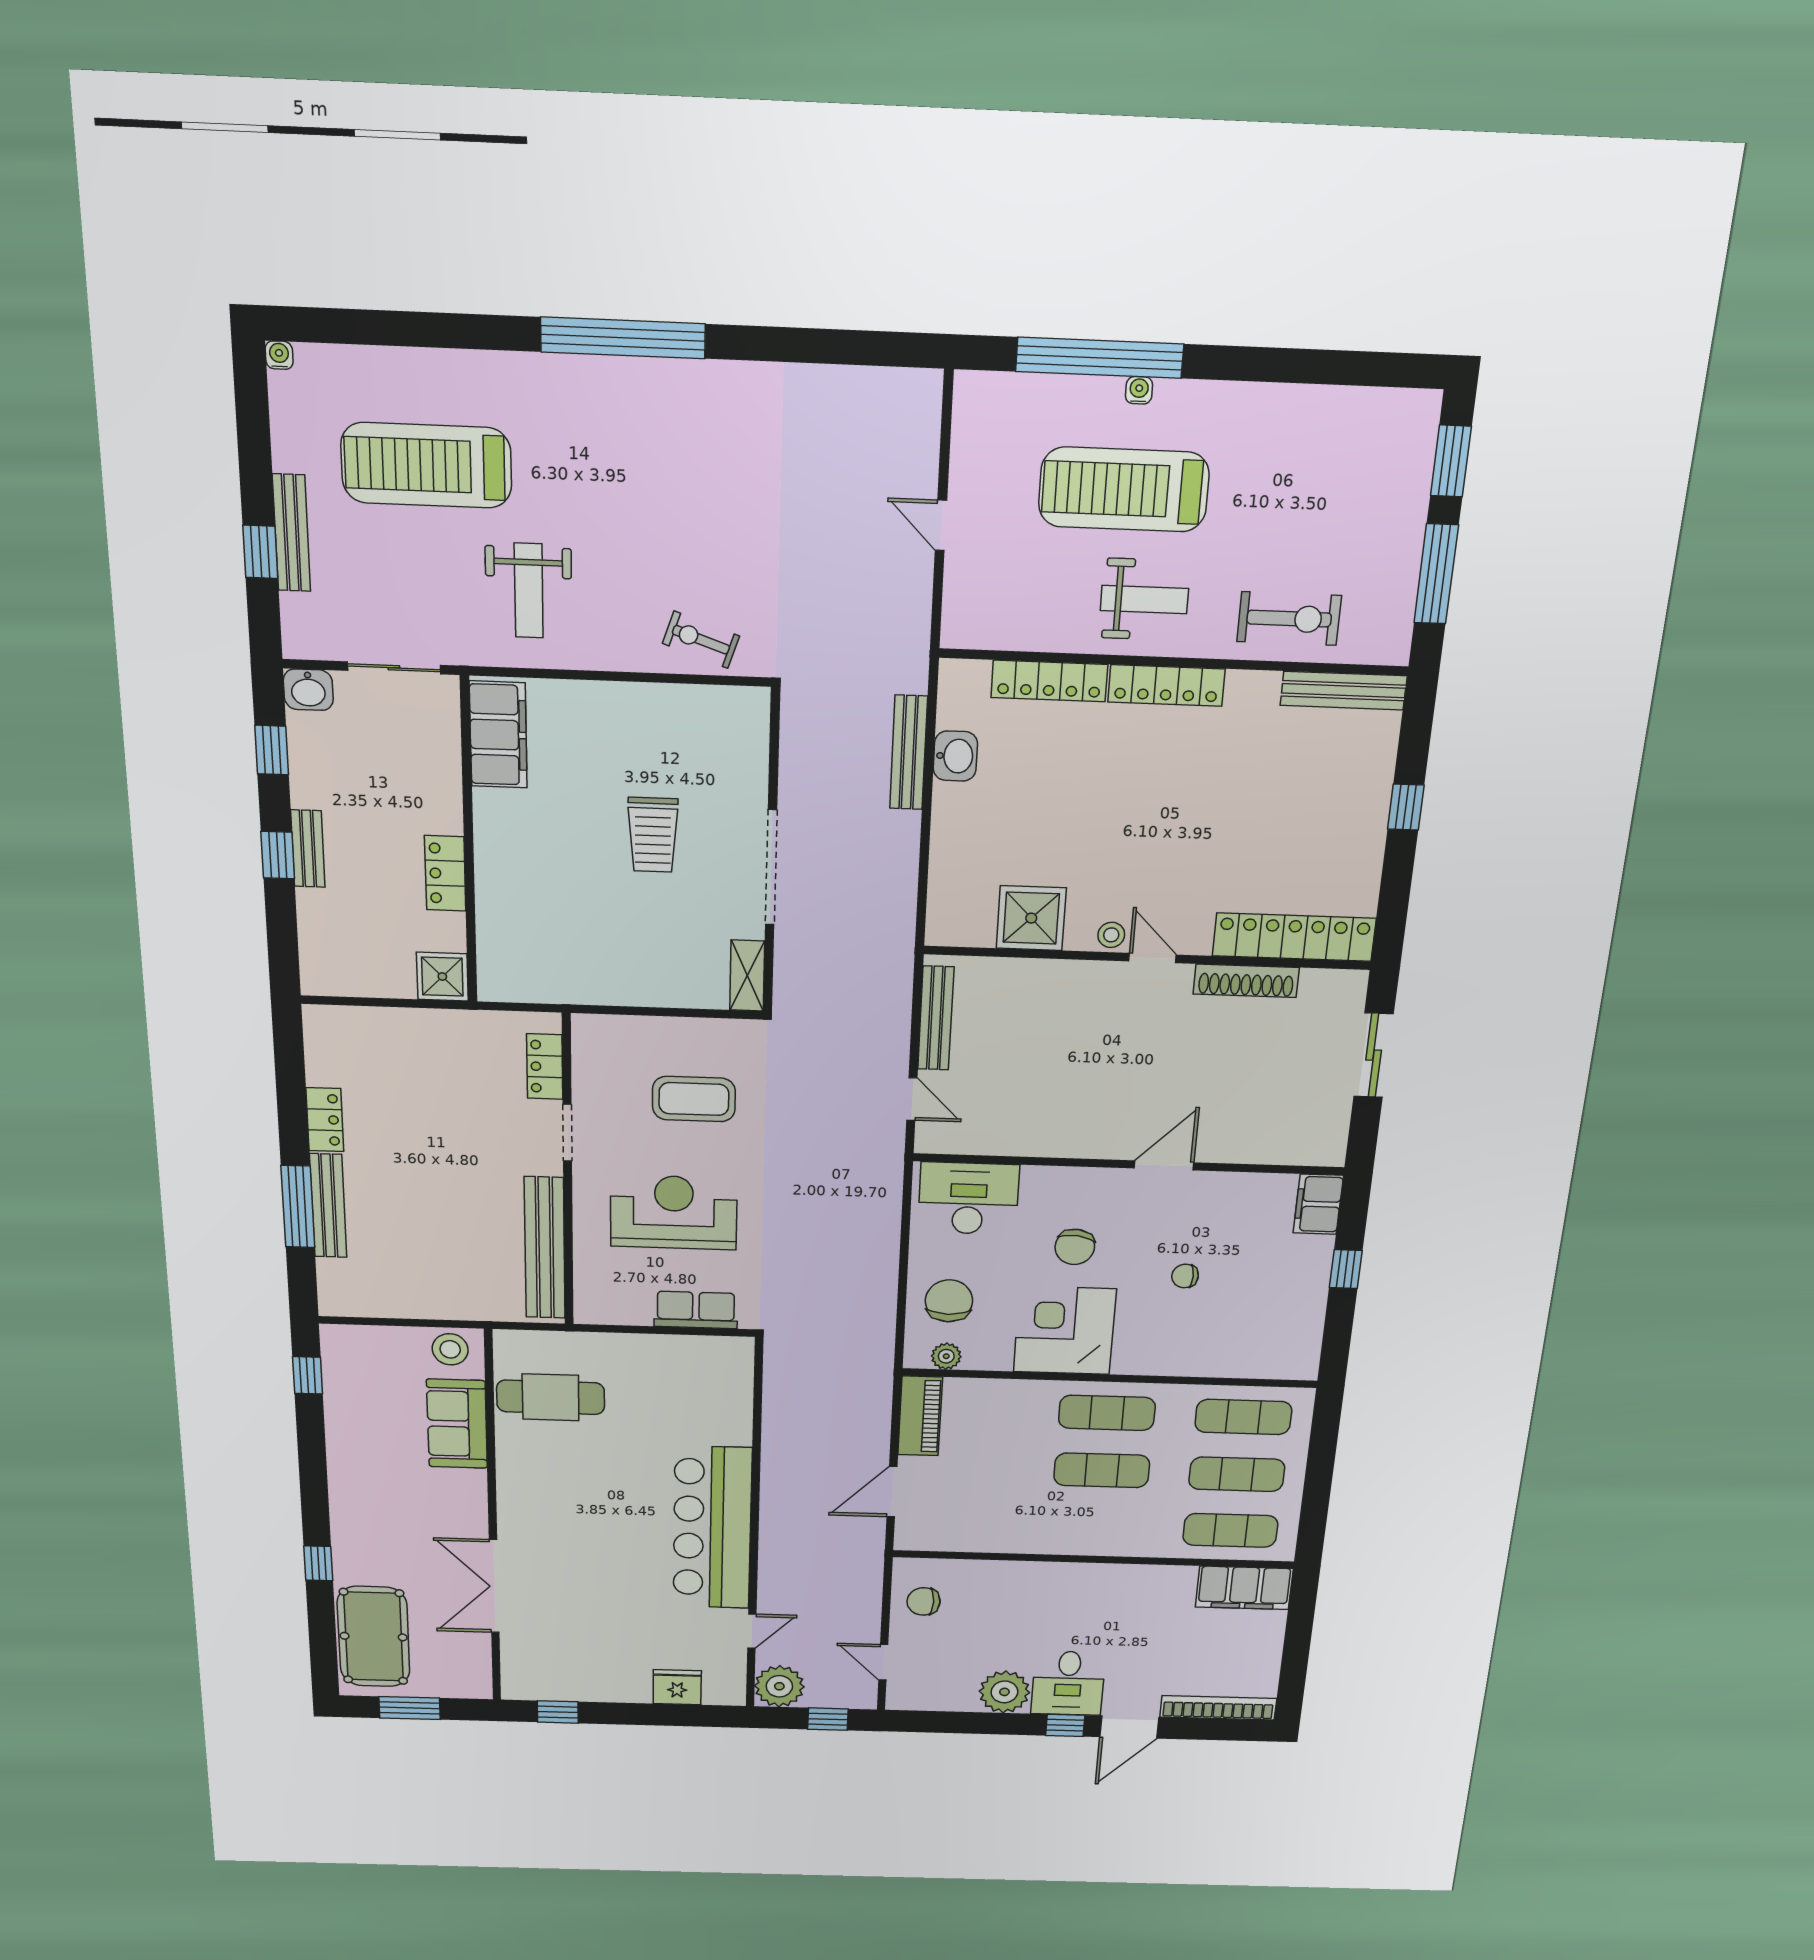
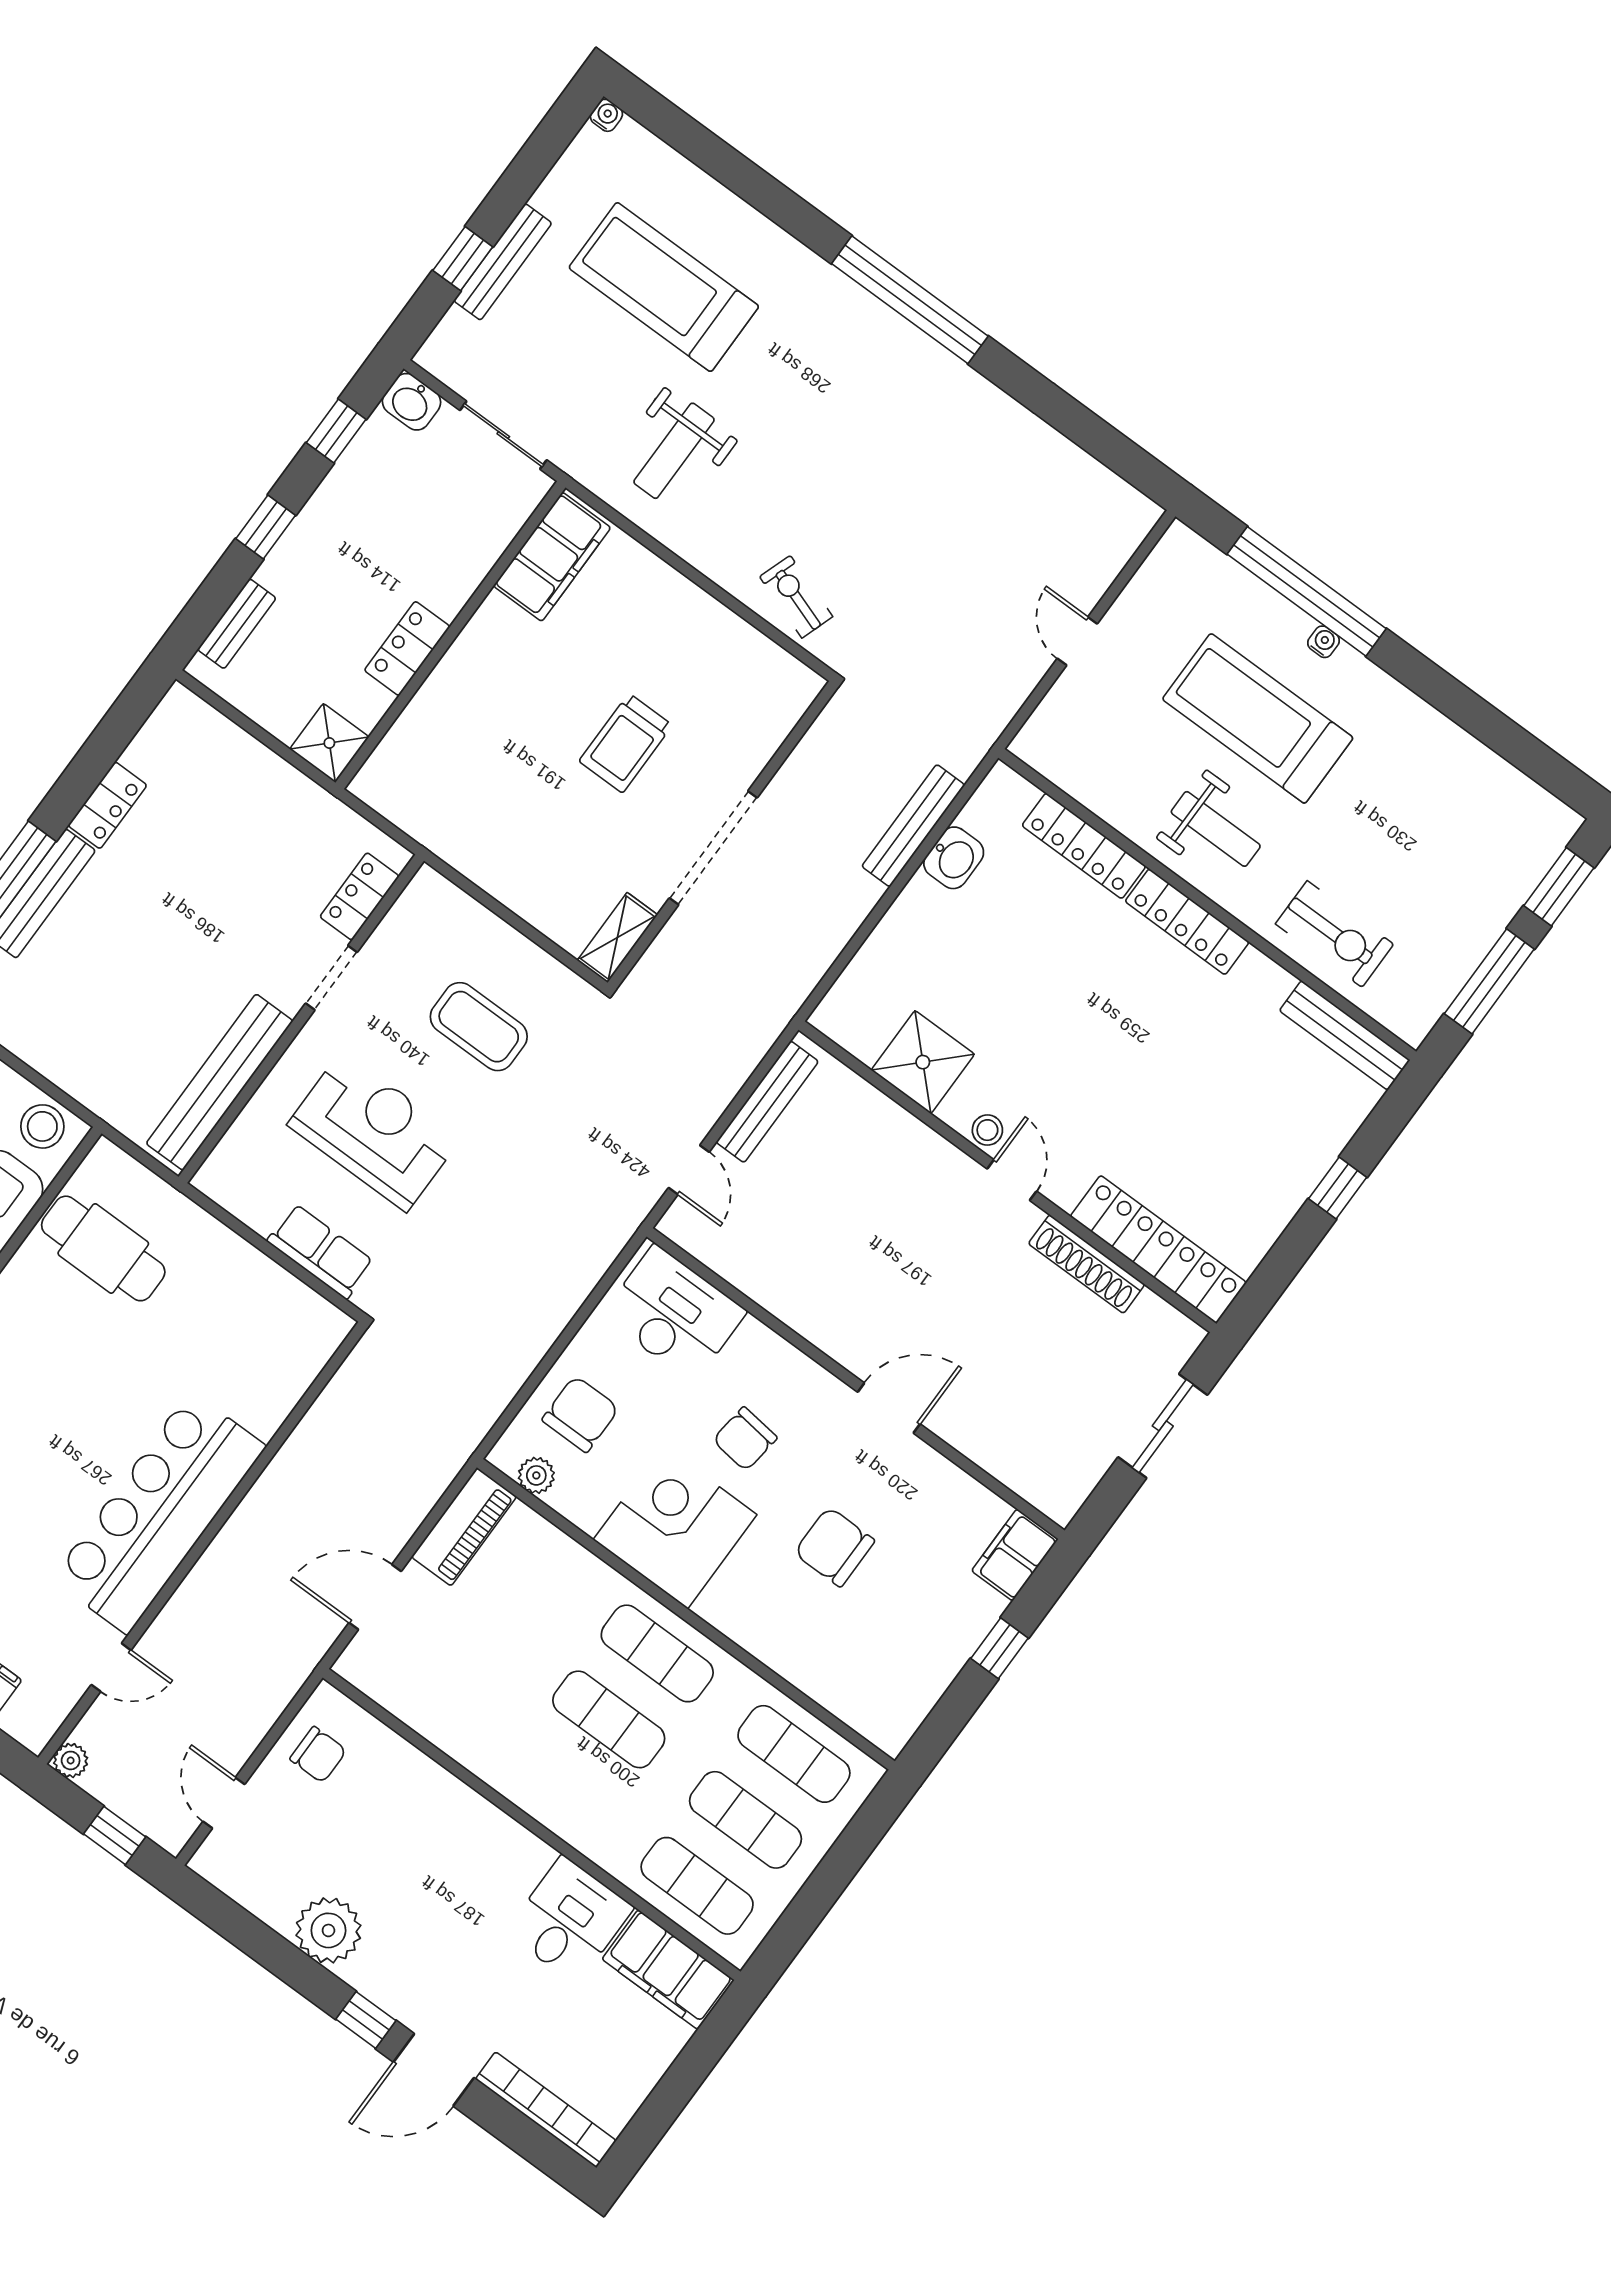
bench: (308, 849) -> (237, 624), moved
chair: (1185, 1276) -> (834, 1547), width x1.87, depth x1.87
chair: (924, 1601) -> (318, 1755), turned 180
desk: (1068, 1683) -> (570, 1920), moved, turned 180
plant: (779, 1686) -> (71, 1760), width x0.53, depth x0.53

